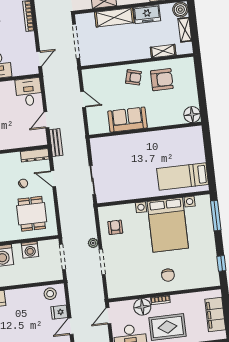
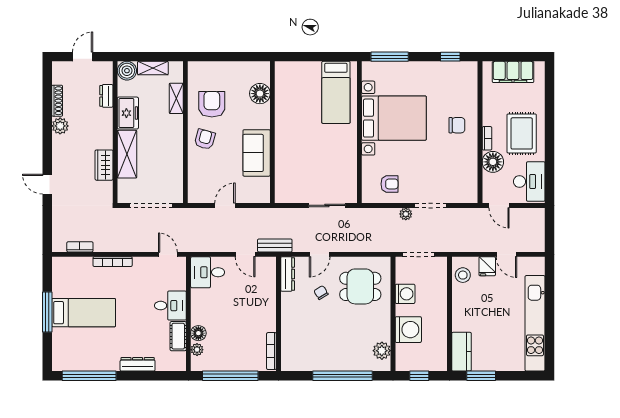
floor lamp: (192, 115) -> (260, 94), moved
armchair: (115, 227) -> (389, 184), turned 180

